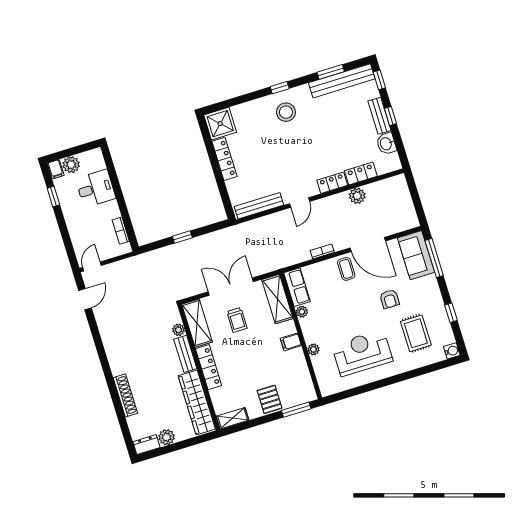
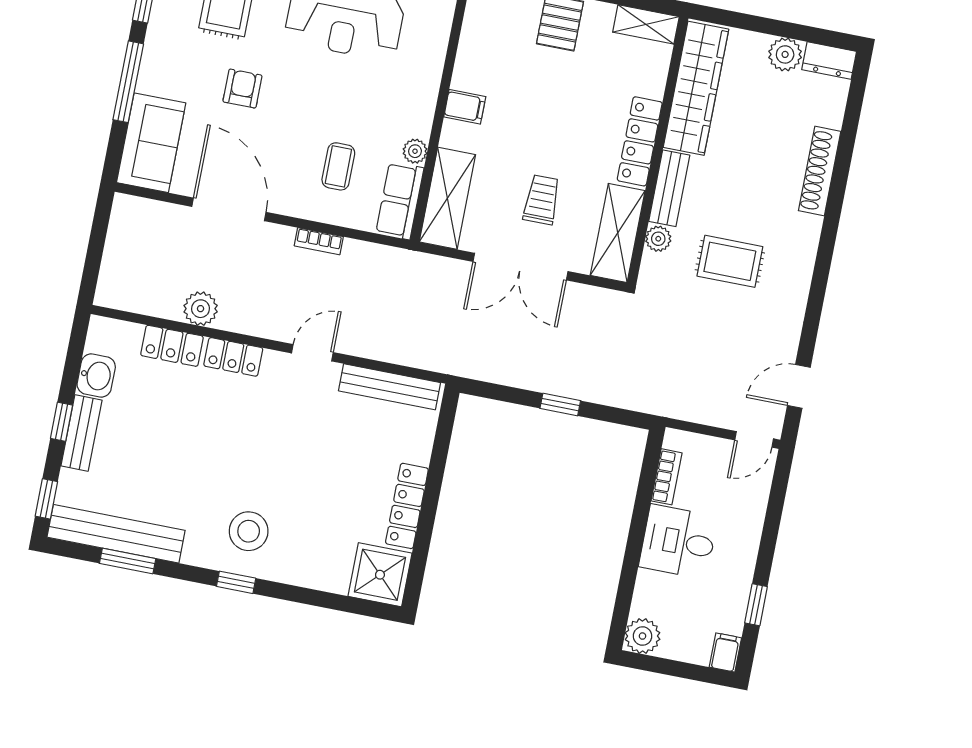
plant: (71, 165) -> (643, 636), moved
desk: (96, 188) -> (678, 542), moved
window: (434, 258) -> (128, 82), moved
coffee table: (346, 269) -> (338, 166), moved
rug: (143, 337) -> (730, 261), added
plant: (313, 349) -> (431, 71), removed

